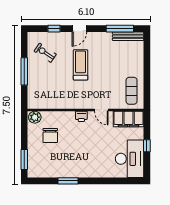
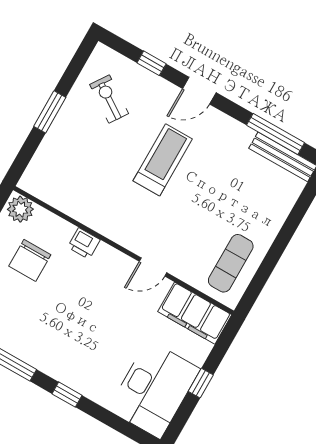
window: (24, 71) -> (50, 112), width x0.69
door: (101, 110) -> (153, 267), hinge flipped
printer: (81, 116) -> (84, 243), moved
window: (96, 181) -> (67, 395), added

